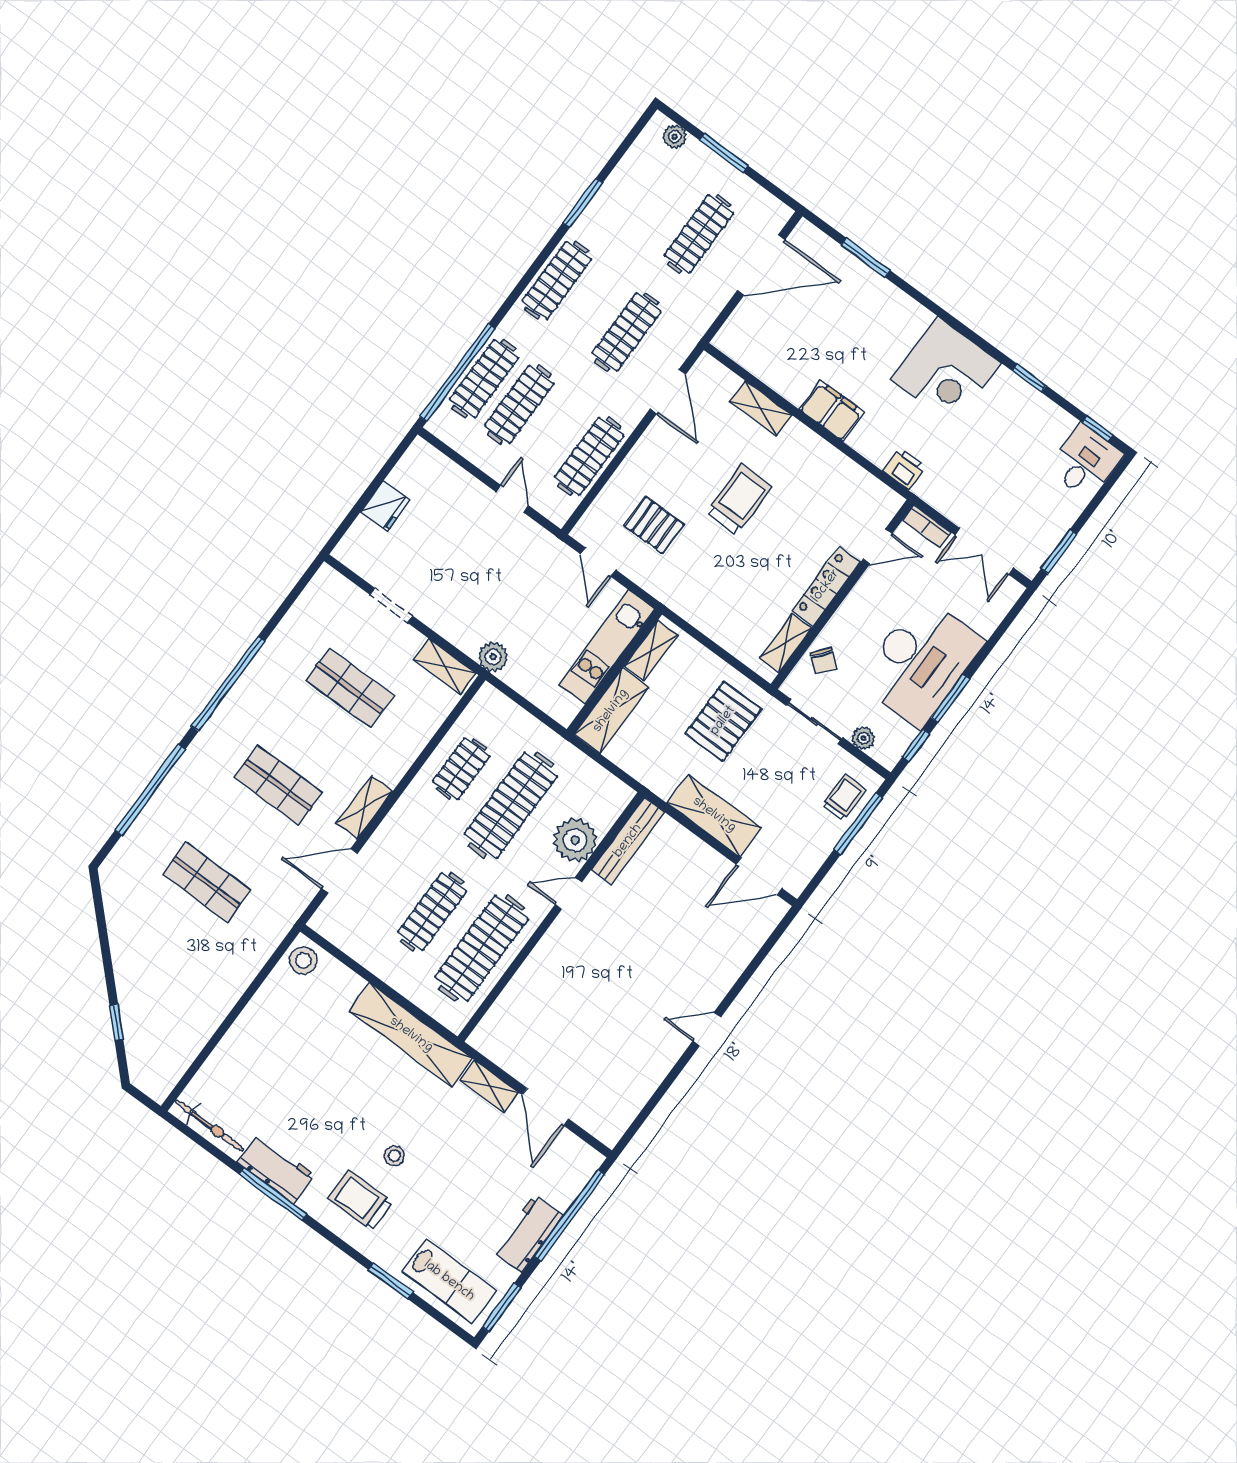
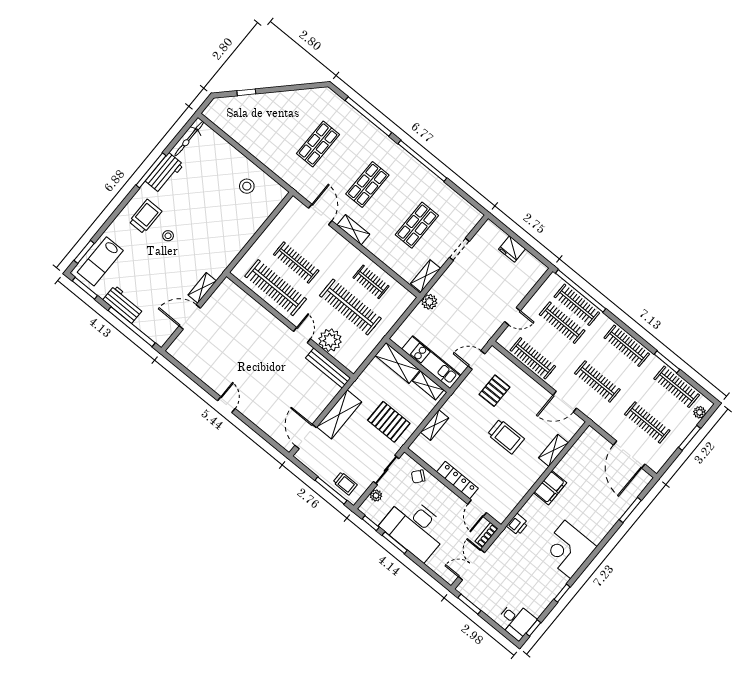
clothes rail: (629, 182) -> (677, 387), added
shelving: (785, 643) -> (435, 425), moved, turned 90
stool: (303, 960) -> (247, 186), moved
shelving: (411, 1035) -> (232, 248), removed
window: (391, 1281) -> (84, 252), moved

